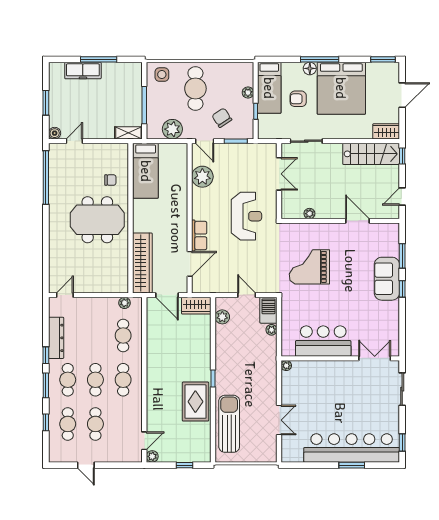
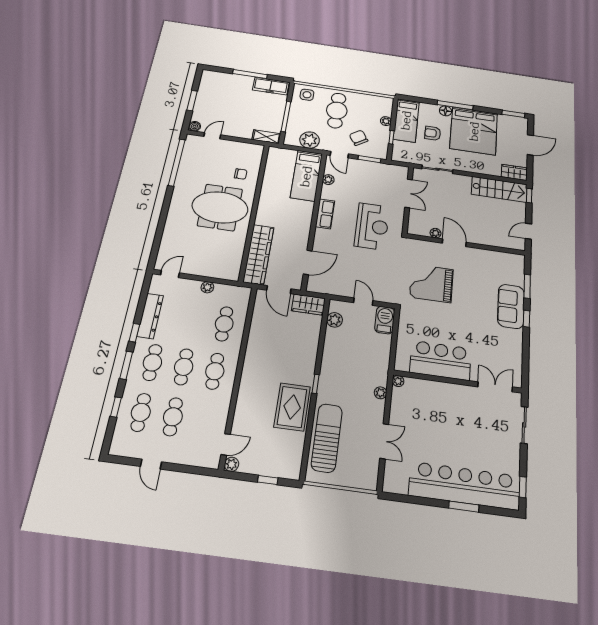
freezer: (83, 70) -> (271, 86), moved
bed: (146, 171) -> (306, 176), moved
plant: (202, 177) -> (328, 180), width x0.53, depth x0.53
door: (357, 221) -> (454, 243), moved
row of seats: (199, 235) -> (325, 214), moved
plant: (125, 303) -> (207, 287), moved
plant: (272, 330) -> (381, 393), moved

